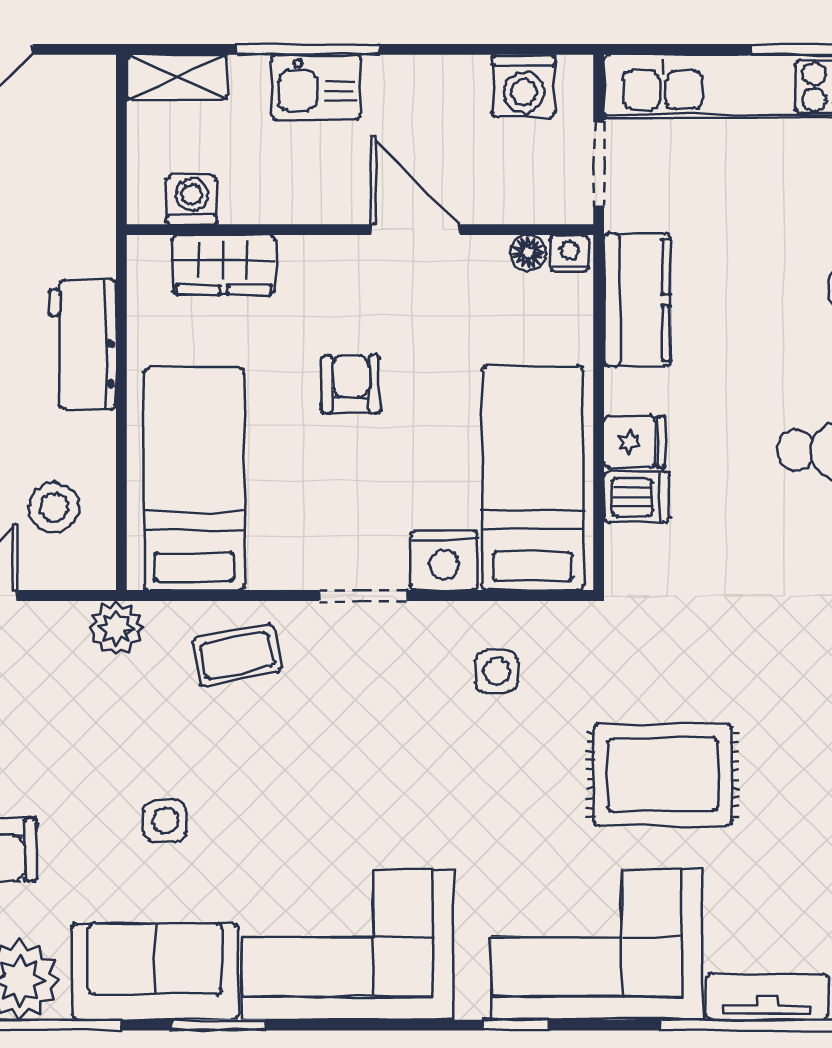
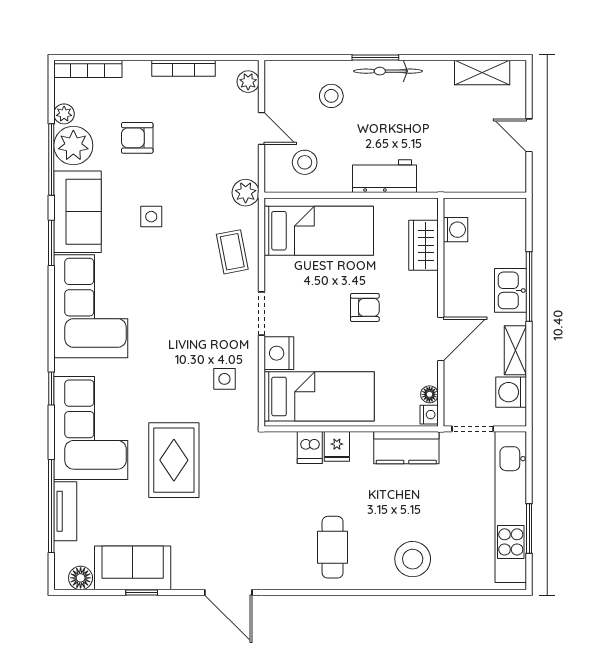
shelving: (177, 77) -> (515, 350), moved

